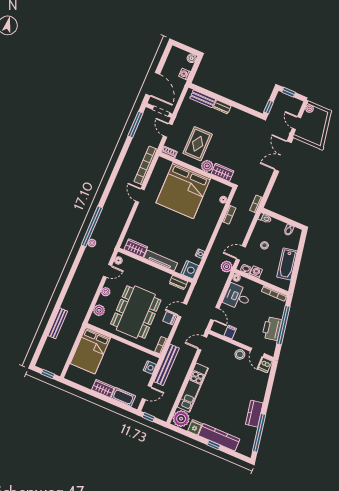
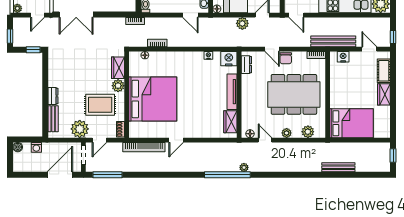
plant: (184, 118) -> (80, 129), added
plant: (227, 267) -> (242, 23), moved

